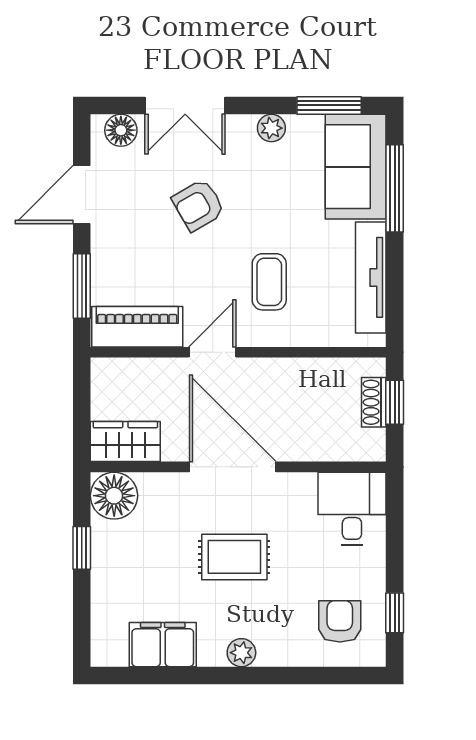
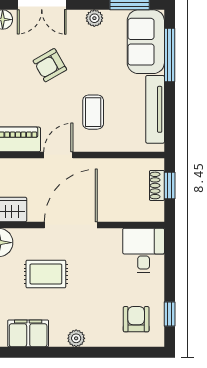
door: (233, 467) -> (71, 225), hinge flipped
rug: (234, 557) -> (46, 274), moved

